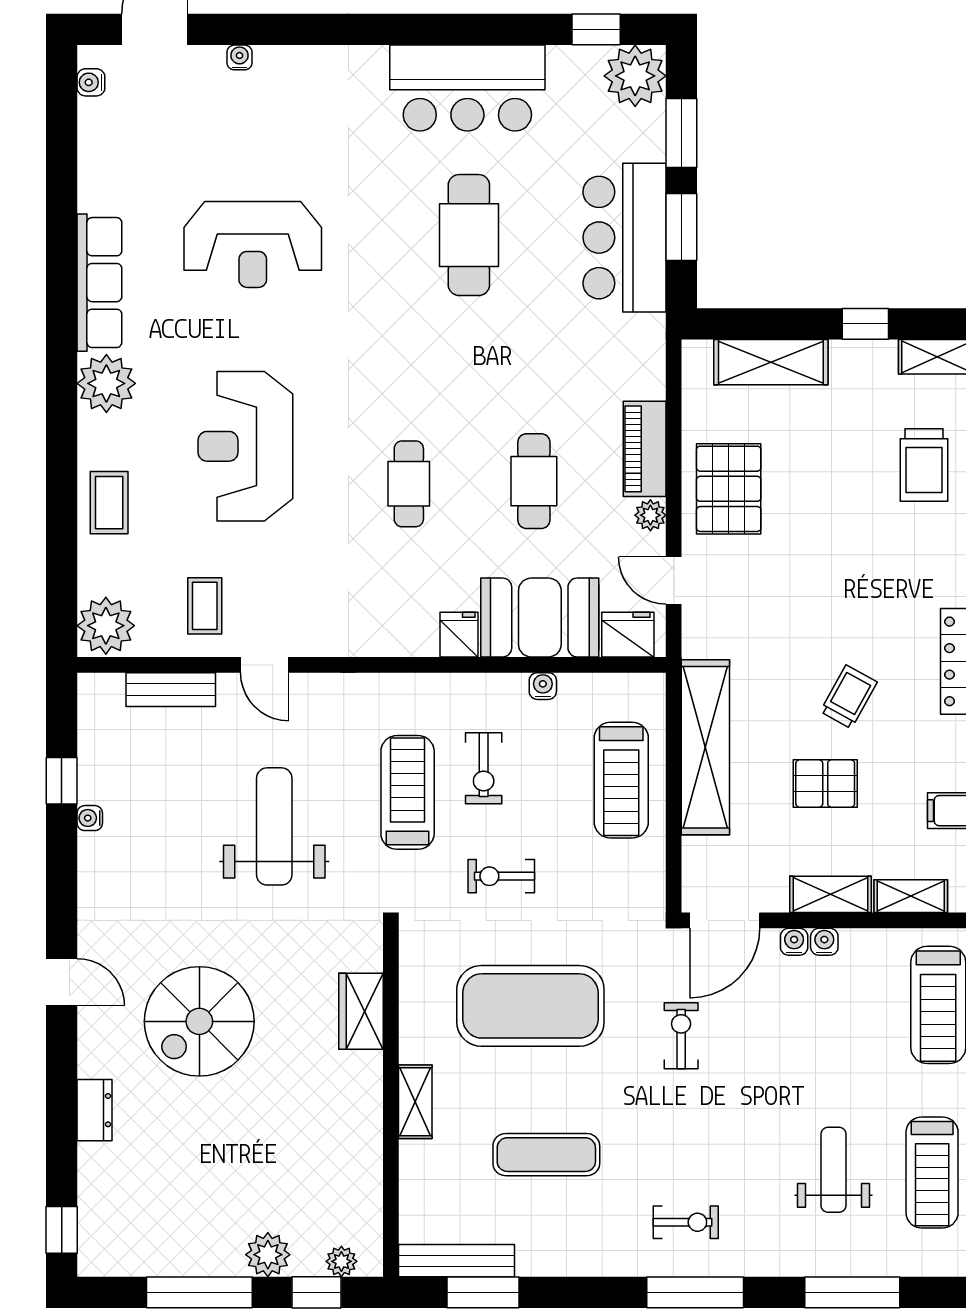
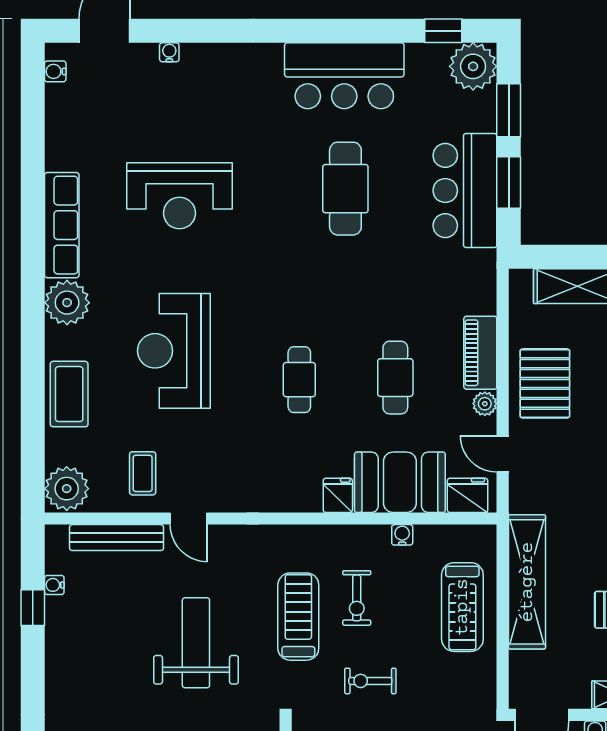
coffee table: (109, 503) -> (69, 394), width x1.36, depth x1.30
bench: (171, 690) -> (117, 538), width x1.36
water cooler: (90, 818) -> (54, 585), moved

